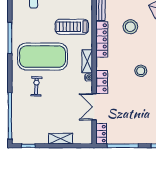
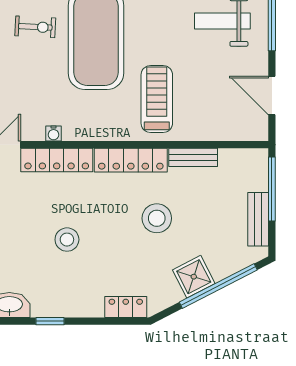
shelving: (87, 61) -> (87, 130), removed
locker: (102, 82) -> (57, 160), width x1.53

